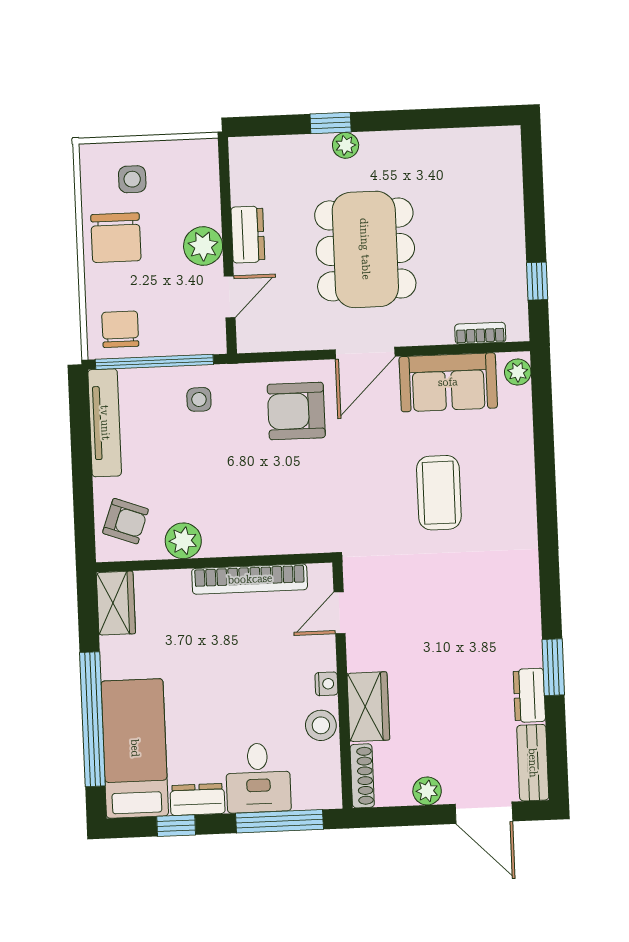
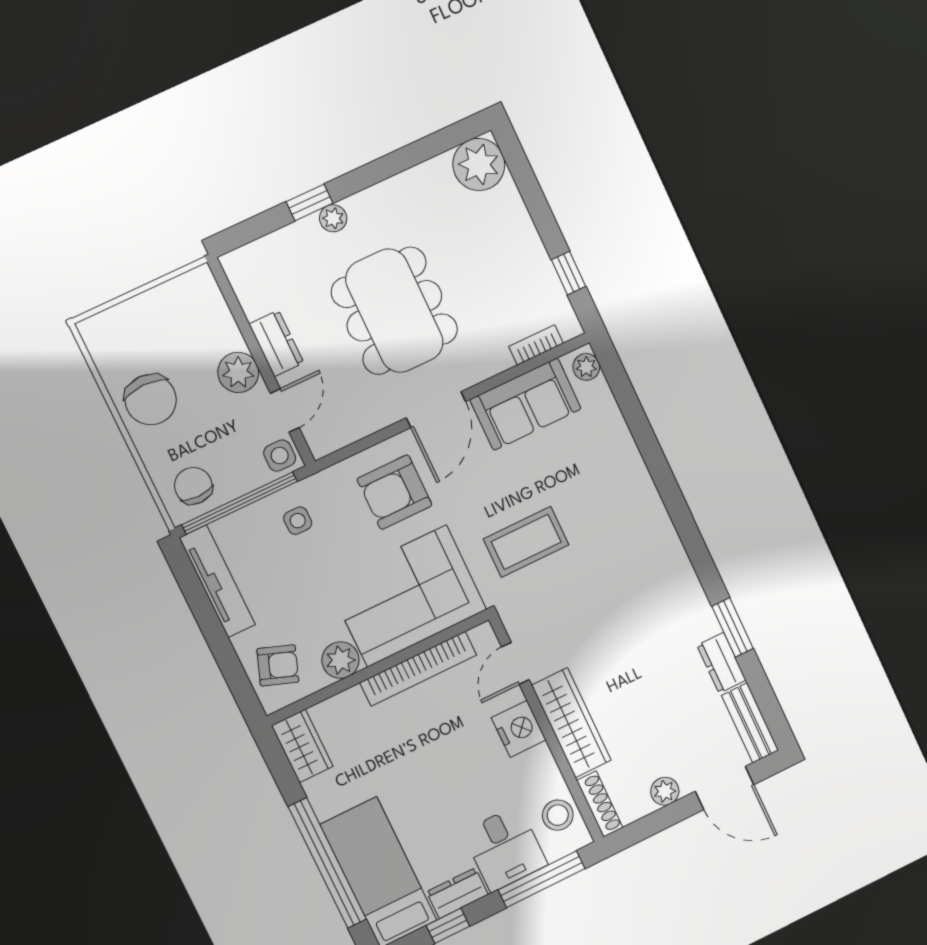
plant: (496, 151) -> (479, 164), added
side table: (132, 179) -> (280, 456), moved
coffee table: (439, 493) -> (526, 542), moved, turned 90
corner sofa: (268, 509) -> (407, 596), added
nightstand: (326, 684) -> (519, 729), width x1.89, depth x1.79
wardrobe: (368, 707) -> (571, 723), width x1.50
stool: (321, 725) -> (558, 815), moved

